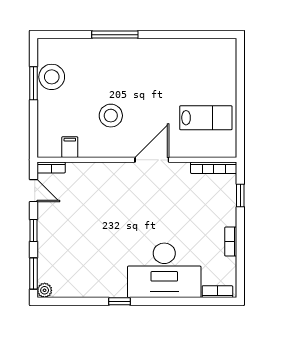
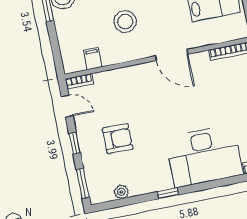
door: (152, 160) -> (172, 55), swing flipped
armchair: (79, 235) -> (118, 139), added
plant: (45, 290) -> (121, 192), moved

